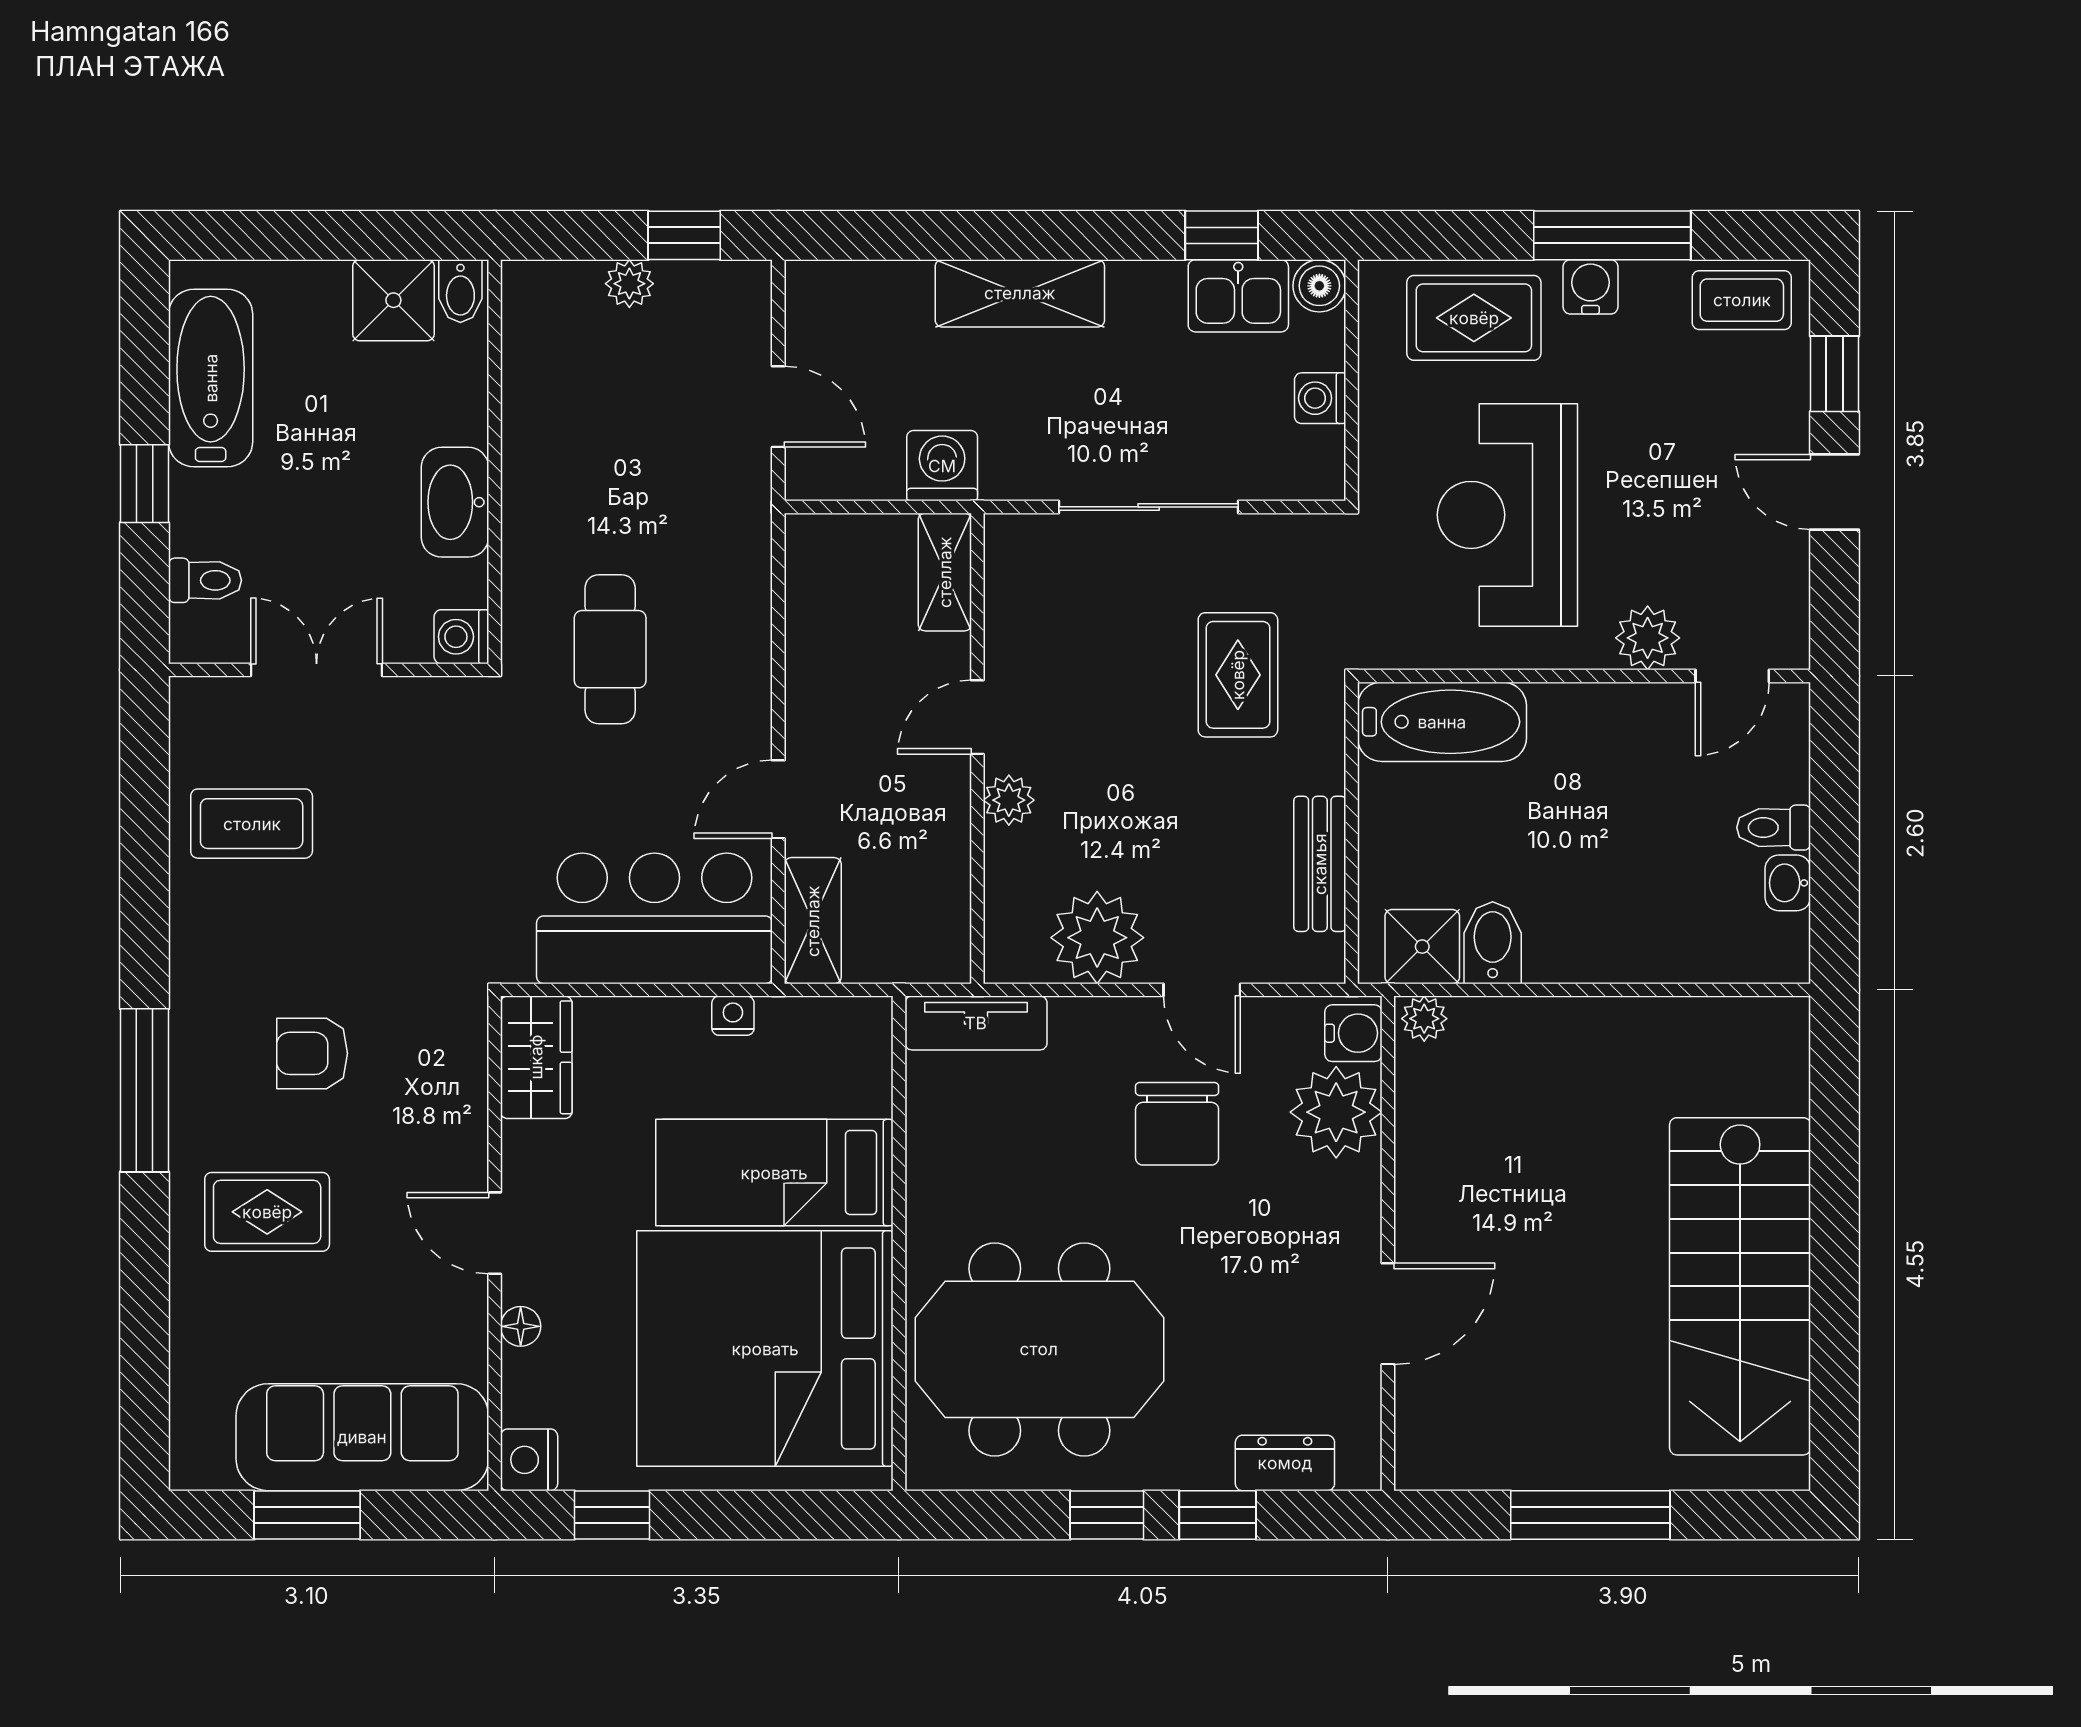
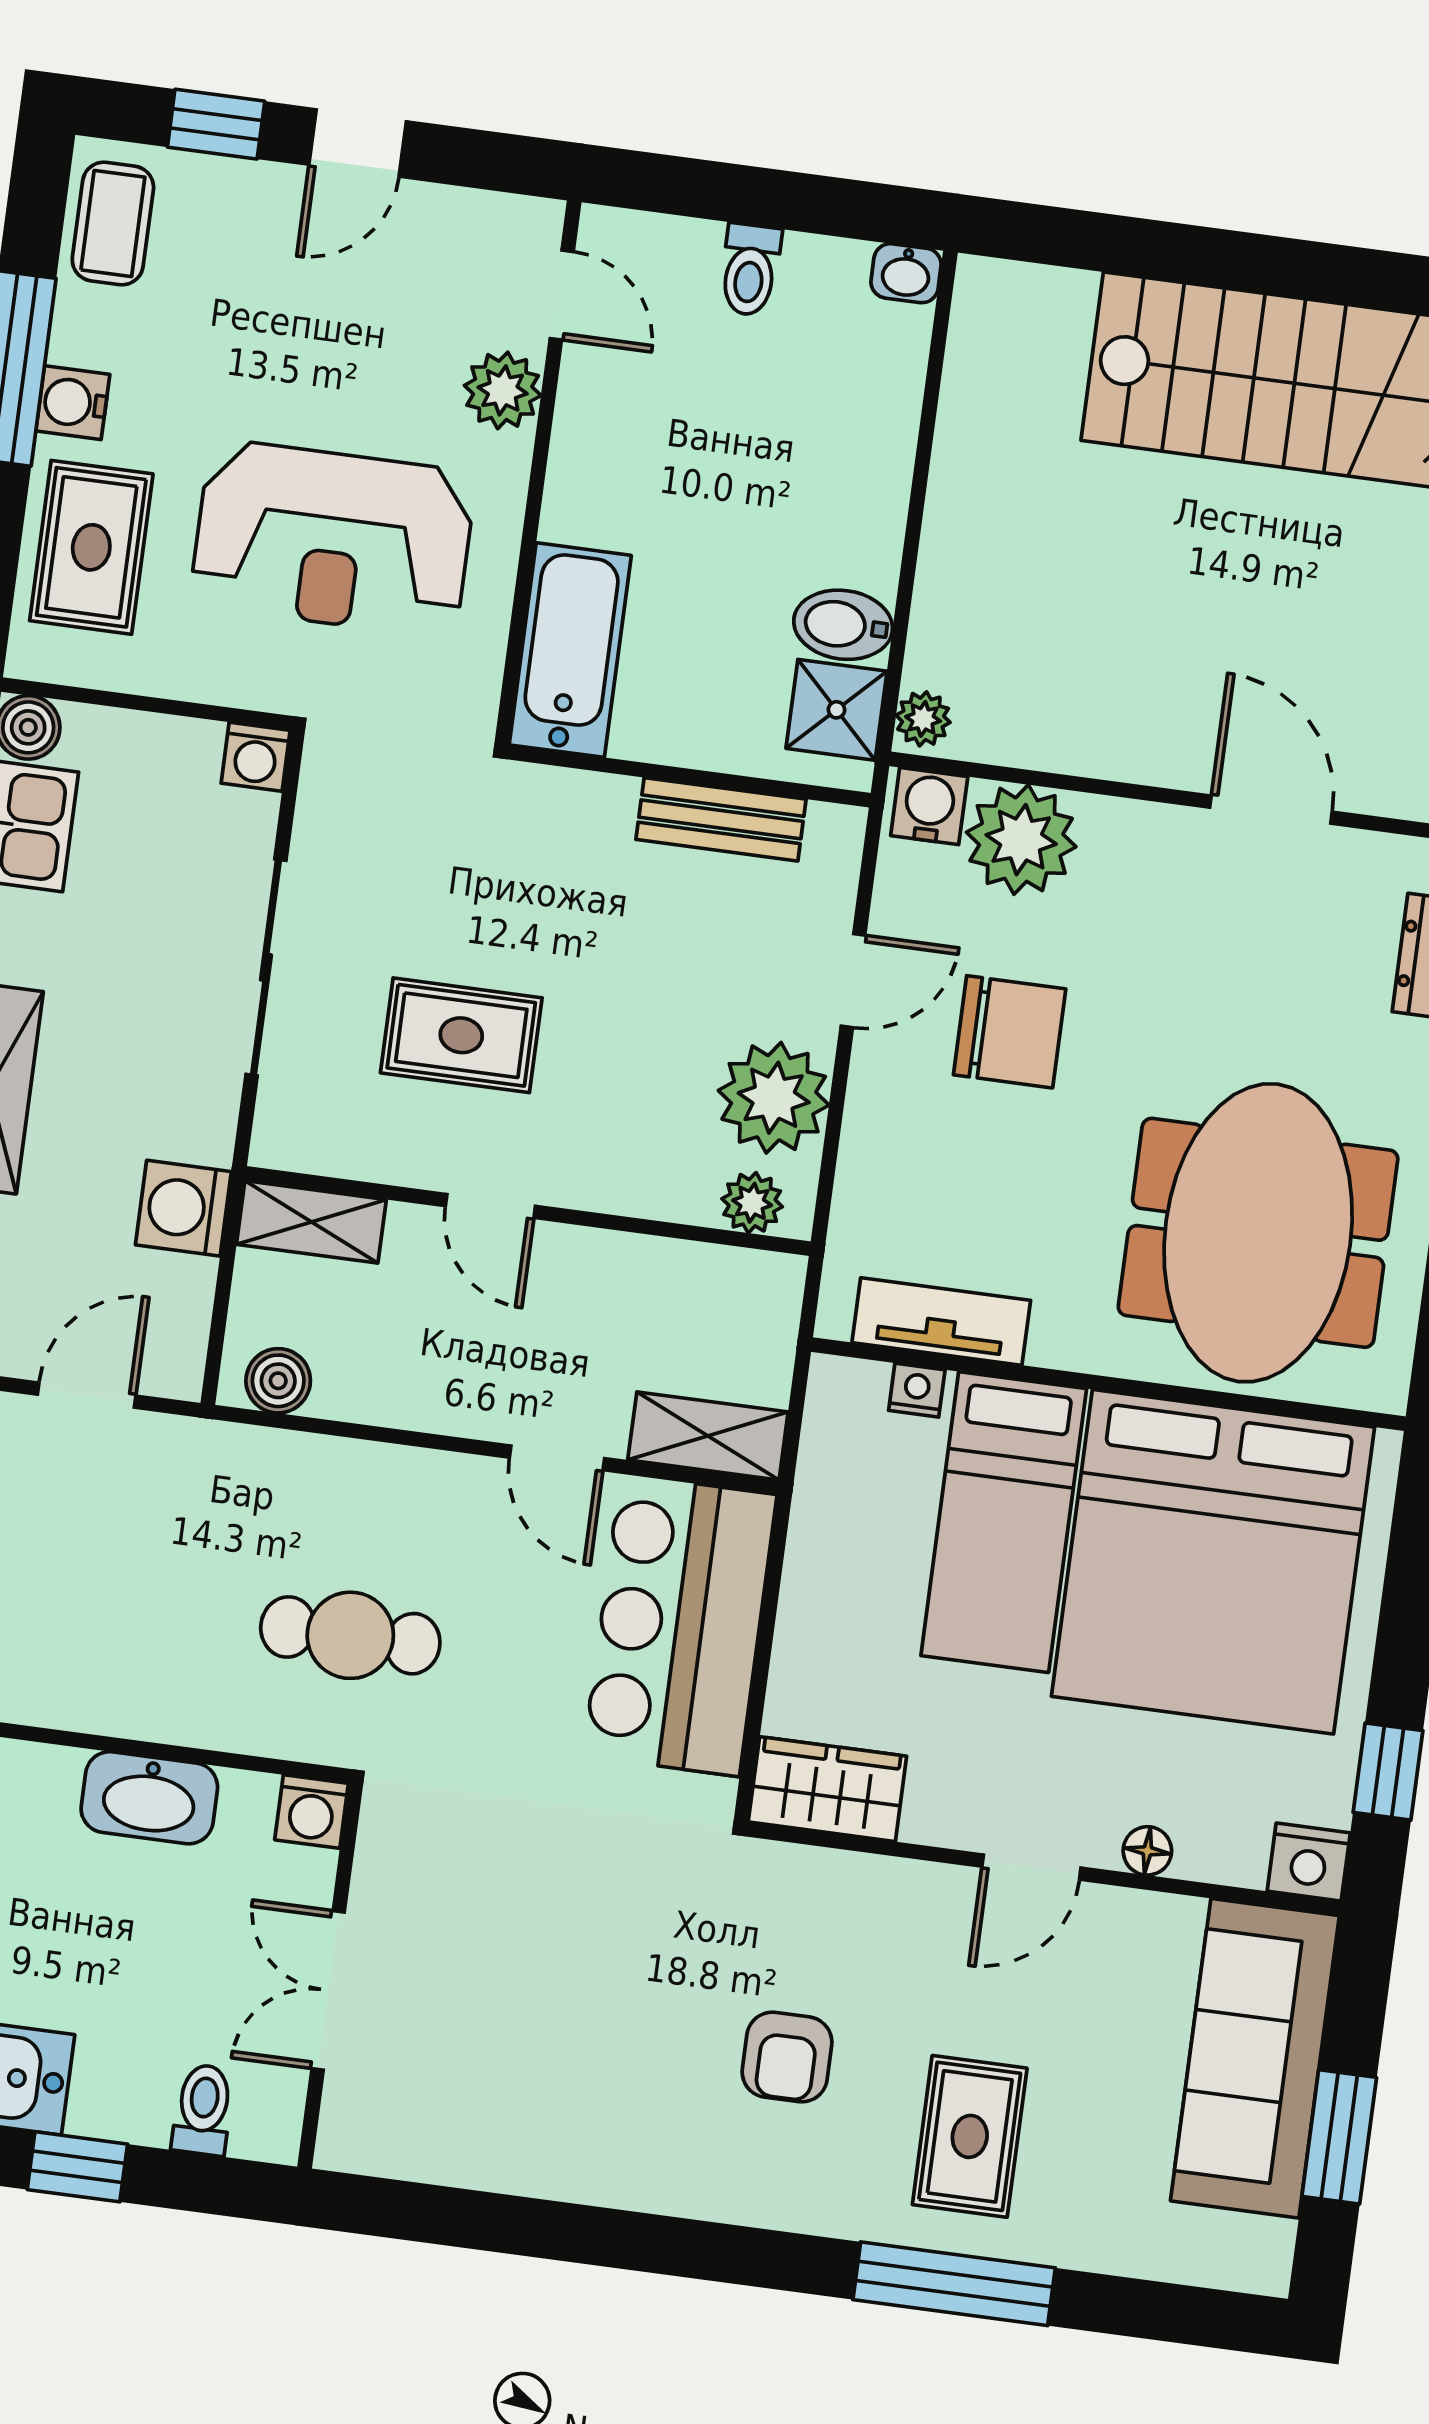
washing machine: (1320, 398) -> (256, 757), moved
boiler: (811, 562) -> (278, 1381), added
rug: (1238, 675) -> (461, 1035), moved
plant: (1009, 800) -> (752, 1203), moved
coffee table: (252, 824) -> (502, 2093), removed
washbasin: (1788, 883) -> (906, 273), moved
nightstand: (733, 1016) -> (917, 1390), moved, turned 90
tv unit: (976, 1023) -> (941, 1321), moved, turned -90
window: (145, 1090) -> (954, 2284), moved

